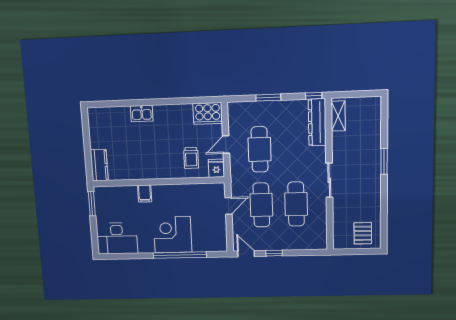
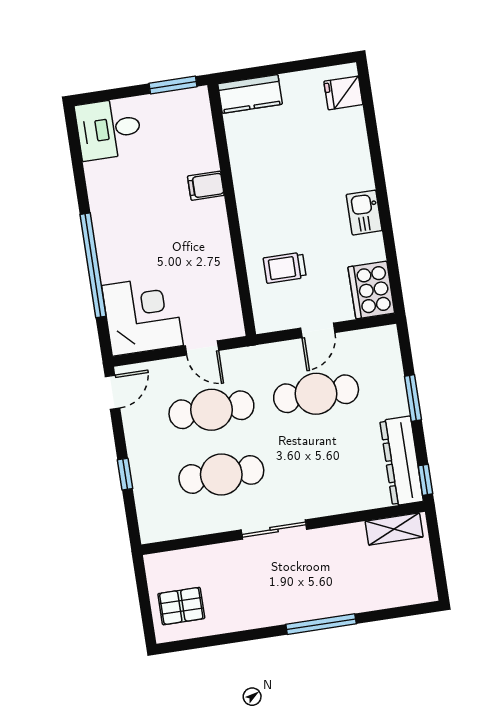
kitchen sink: (142, 114) -> (364, 213), moved
dresser: (317, 122) -> (402, 461), moved, turned -90
door: (226, 145) -> (318, 330), swing flipped
window: (384, 161) -> (321, 624), width x1.44
fridge: (216, 168) -> (343, 93), moved, turned 180
corner desk: (173, 235) -> (142, 316), moved
desk: (117, 238) -> (109, 129), width x0.73
window: (274, 253) -> (125, 474), moved

